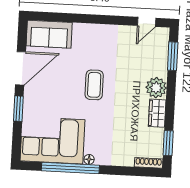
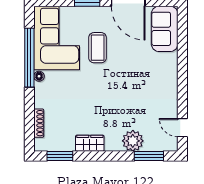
coffee table: (94, 85) -> (98, 48), moved, turned 90
plant: (156, 88) -> (133, 141), moved
shoe rack: (149, 163) -> (39, 123), moved

